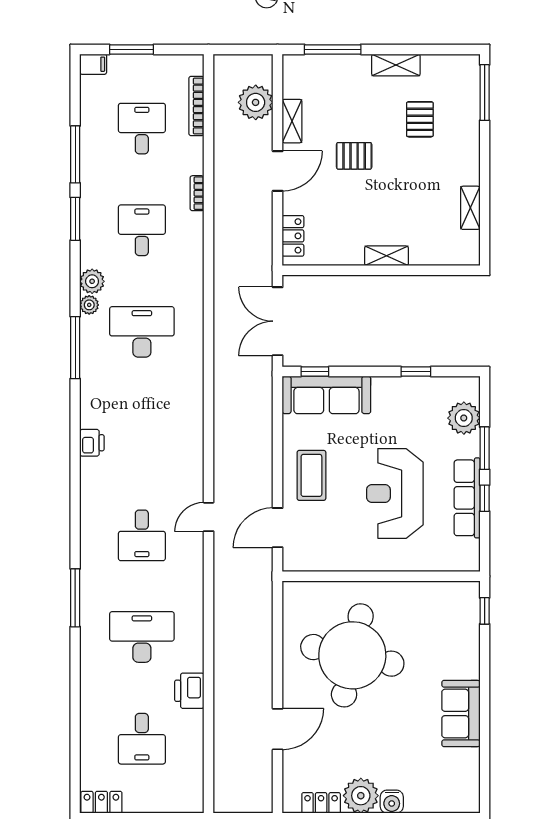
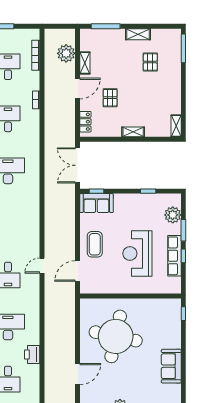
pallet: (354, 156) -> (110, 98), moved, turned 90
shelving: (470, 208) -> (176, 126), moved
sofa: (326, 395) -> (96, 203), width x0.73

